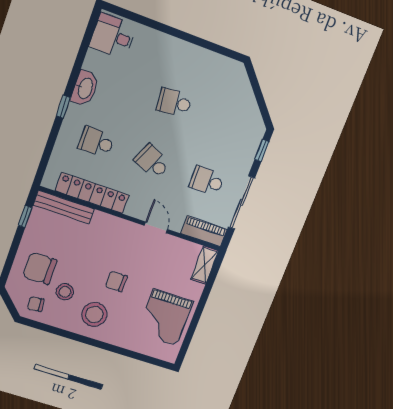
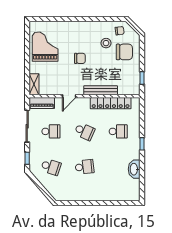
desk: (113, 36) -> (129, 189), removed
washbasin: (85, 88) -> (134, 169), moved
school desk: (229, 123) -> (51, 167), added
bench: (64, 207) -> (101, 90), moved
door: (156, 227) -> (69, 96), hinge flipped
stool: (94, 315) -> (85, 35), removed

